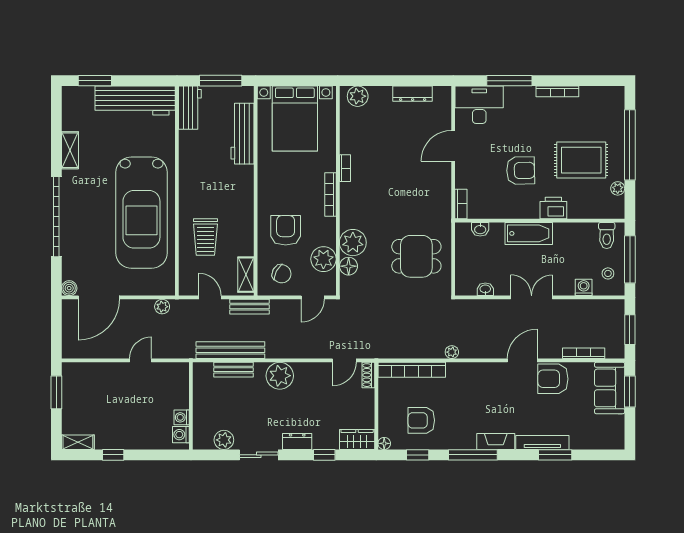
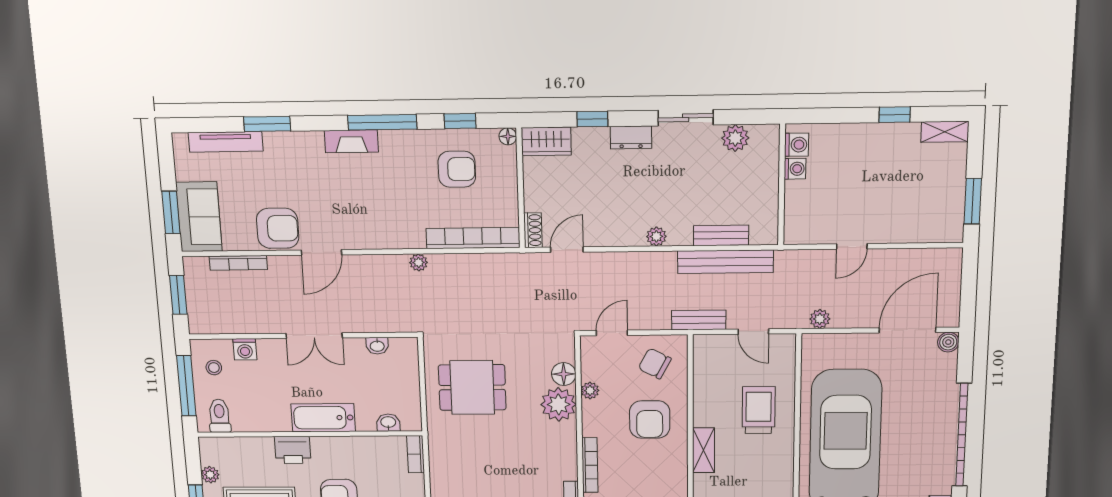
plant: (323, 259) -> (590, 391), width x0.53, depth x0.53
shelving: (246, 275) -> (703, 450), moved
plant: (280, 376) -> (656, 236), width x0.53, depth x0.53
tv unit: (542, 442) -> (226, 142), moved

